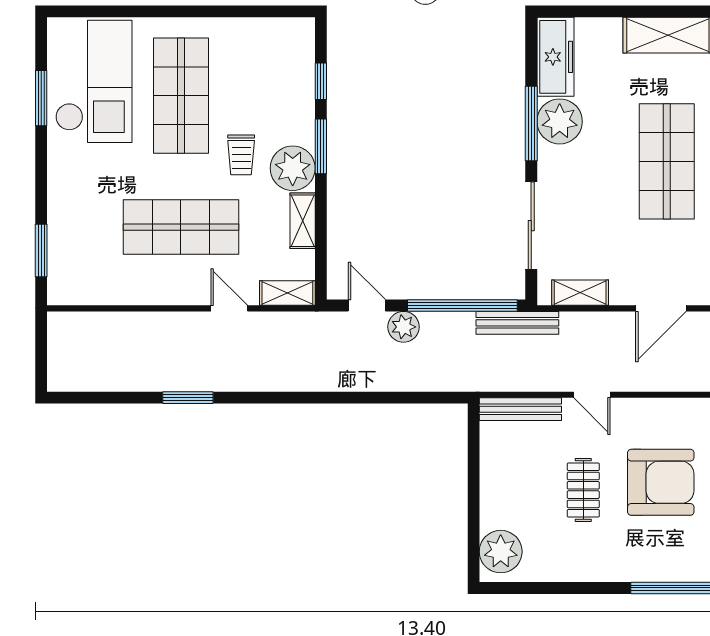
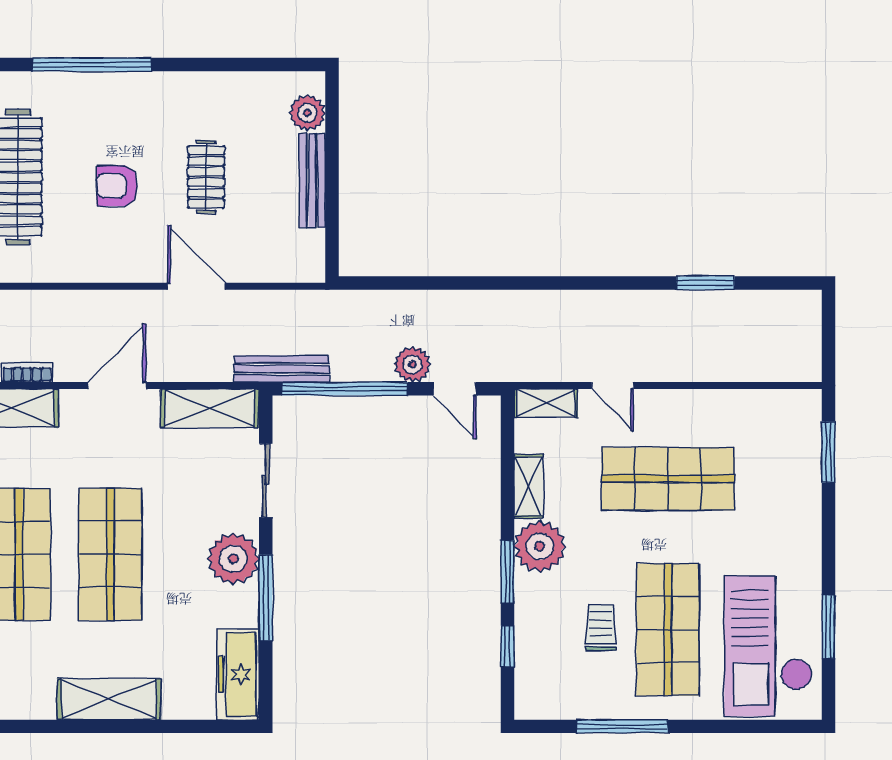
window: (221, 11) -> (622, 726), added
plant: (560, 121) -> (233, 559), moved
trolley: (241, 155) -> (601, 627), moved
sliding door: (531, 226) -> (266, 480), width x0.73
shelving: (580, 293) -> (210, 408), width x1.50, depth x1.33
door: (592, 395) -> (196, 286), width x1.38
window: (188, 398) -> (705, 283), moved
bench: (520, 409) -> (312, 181), moved, turned 90
armchair: (661, 482) -> (117, 186), width x0.53, depth x0.53
plant: (501, 552) -> (307, 113), width x0.73, depth x0.73

